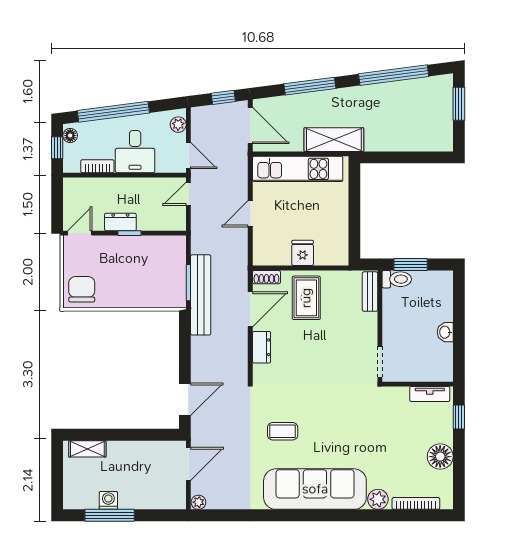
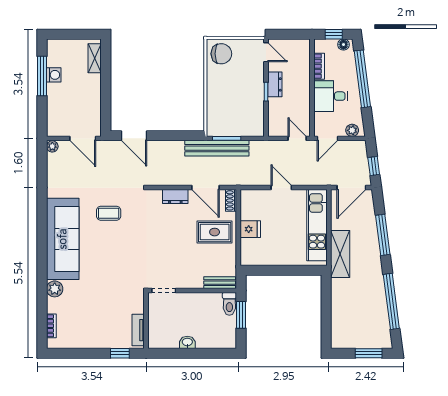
coffee table: (283, 431) -> (109, 213), turned 90
floor lamp: (440, 457) -> (89, 338), removed
bookcase: (416, 503) -> (51, 326), width x0.64

